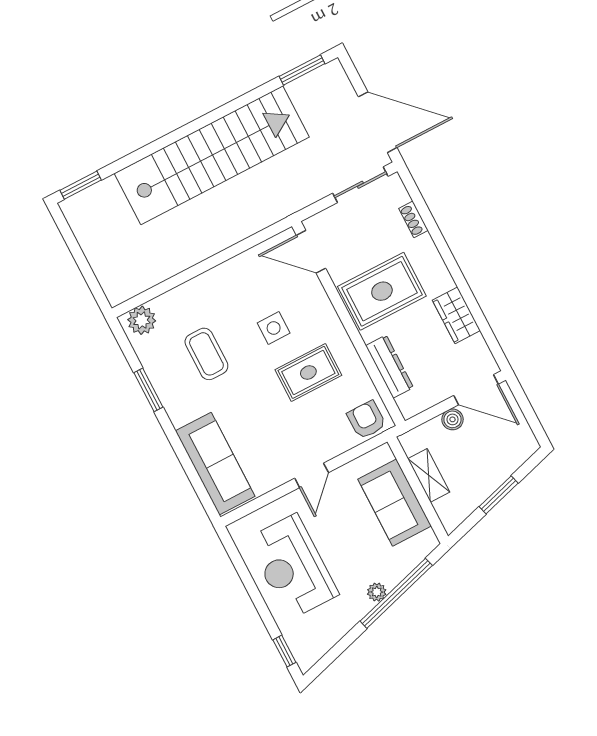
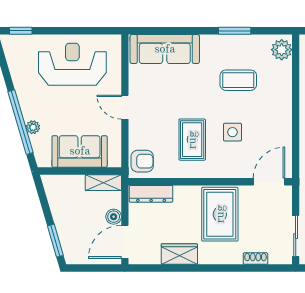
dresser: (389, 367) -> (151, 194), moved
shelving: (429, 475) -> (103, 183), moved
window: (499, 495) -> (55, 241), moved
plant: (377, 592) -> (33, 127), moved

